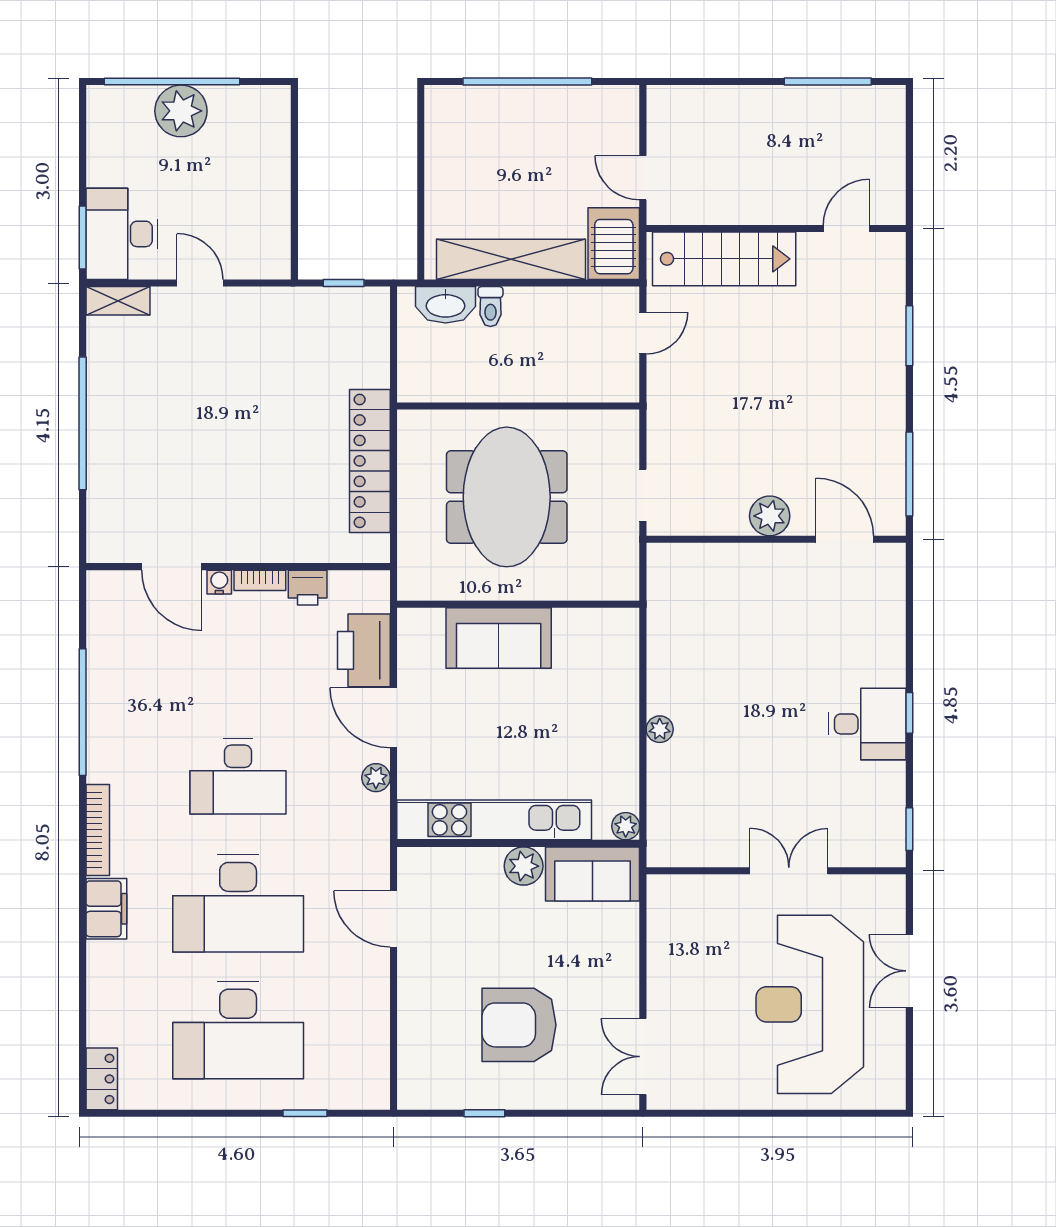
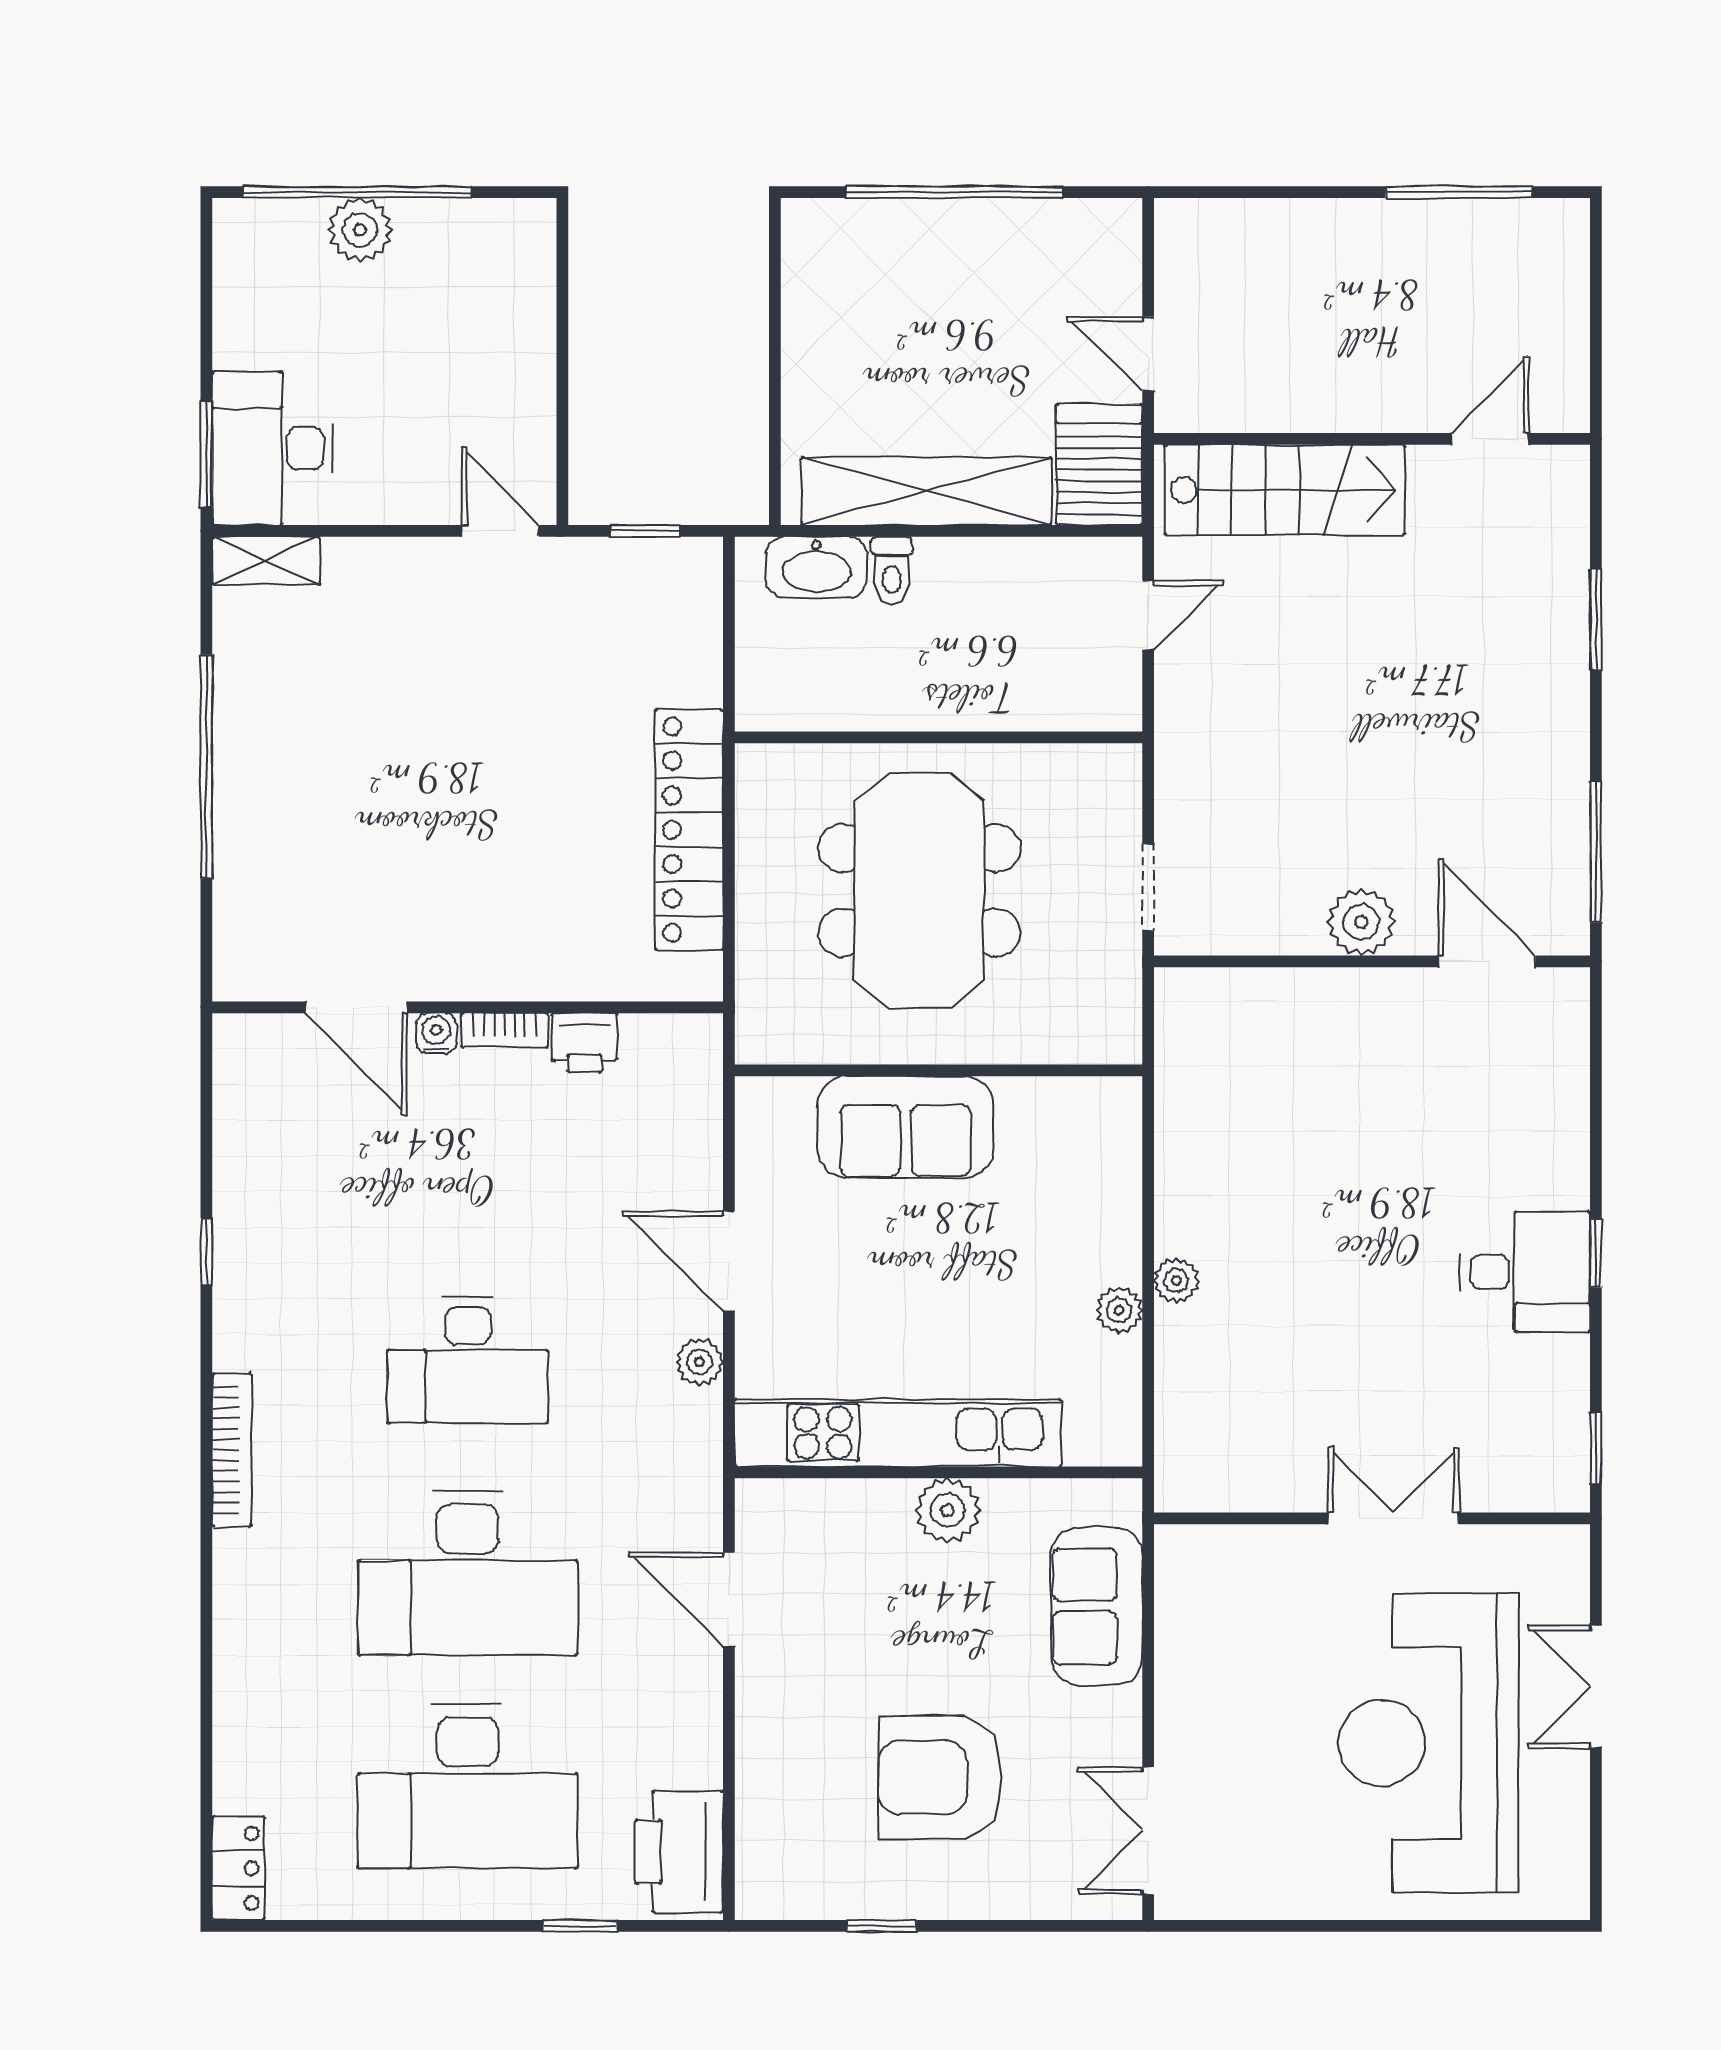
plant: (181, 111) -> (360, 230), width x0.73, depth x0.73
door: (200, 283) -> (500, 531), moved
printer: (364, 650) -> (679, 1852), moved
window: (83, 712) -> (206, 1252), width x0.32
plant: (626, 826) -> (1119, 1310), moved
sofa: (592, 874) -> (1097, 1606), moved, turned 90
filing cabinet: (106, 909) -> (246, 1582), removed

